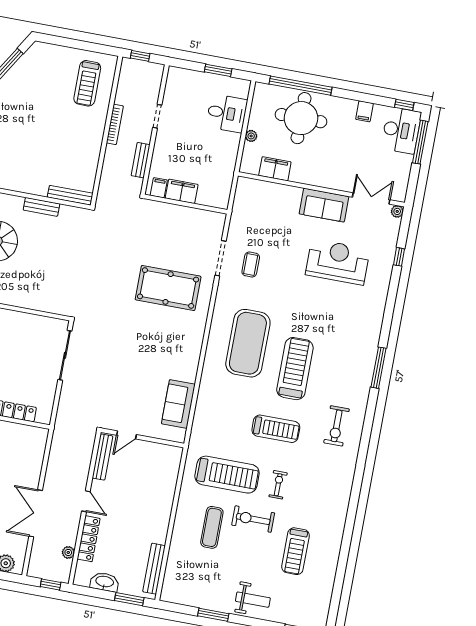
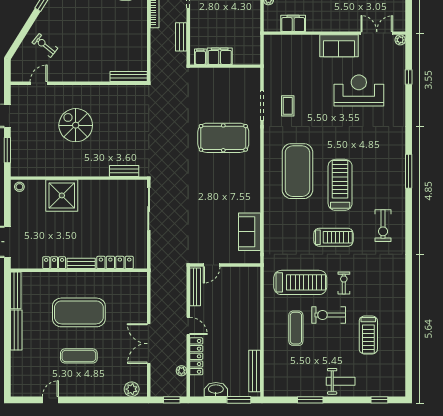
bench: (42, 207) -> (124, 171), moved

